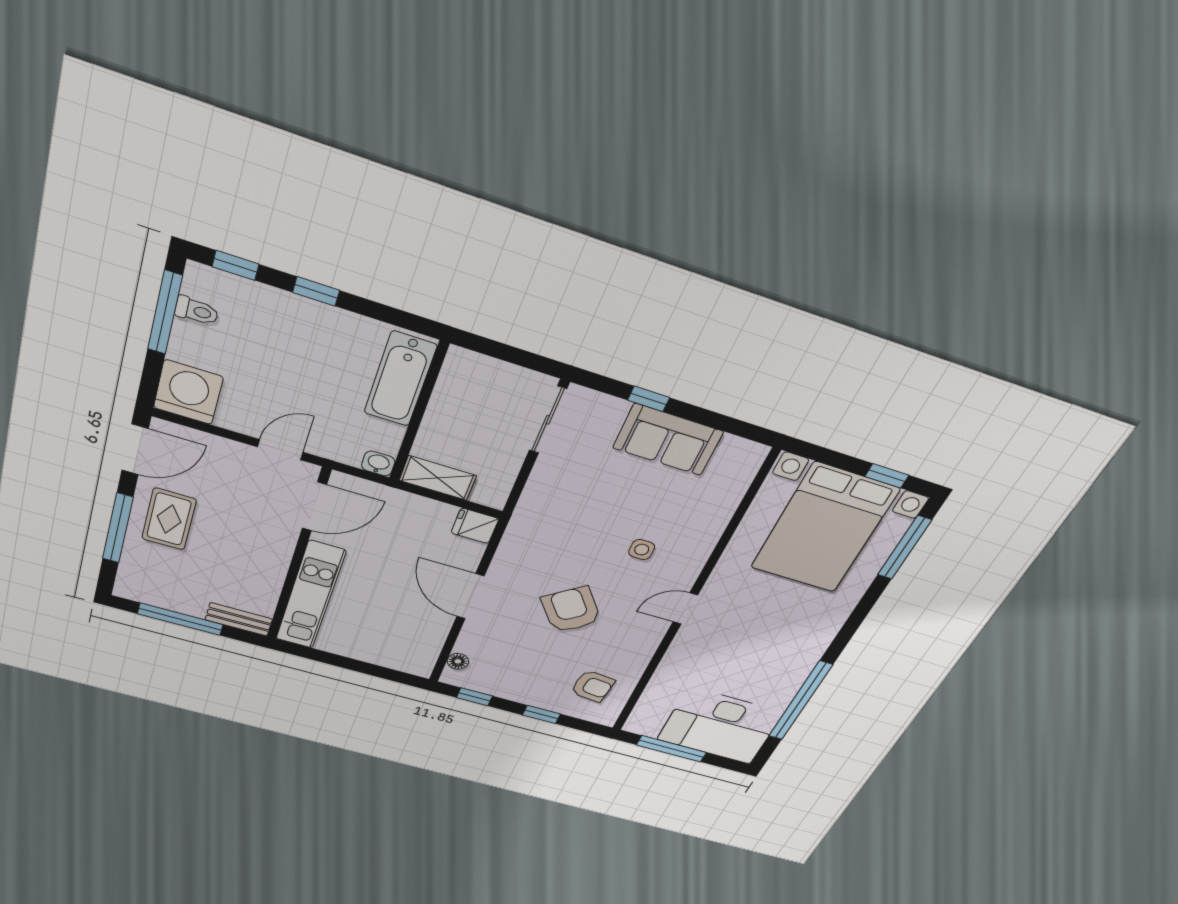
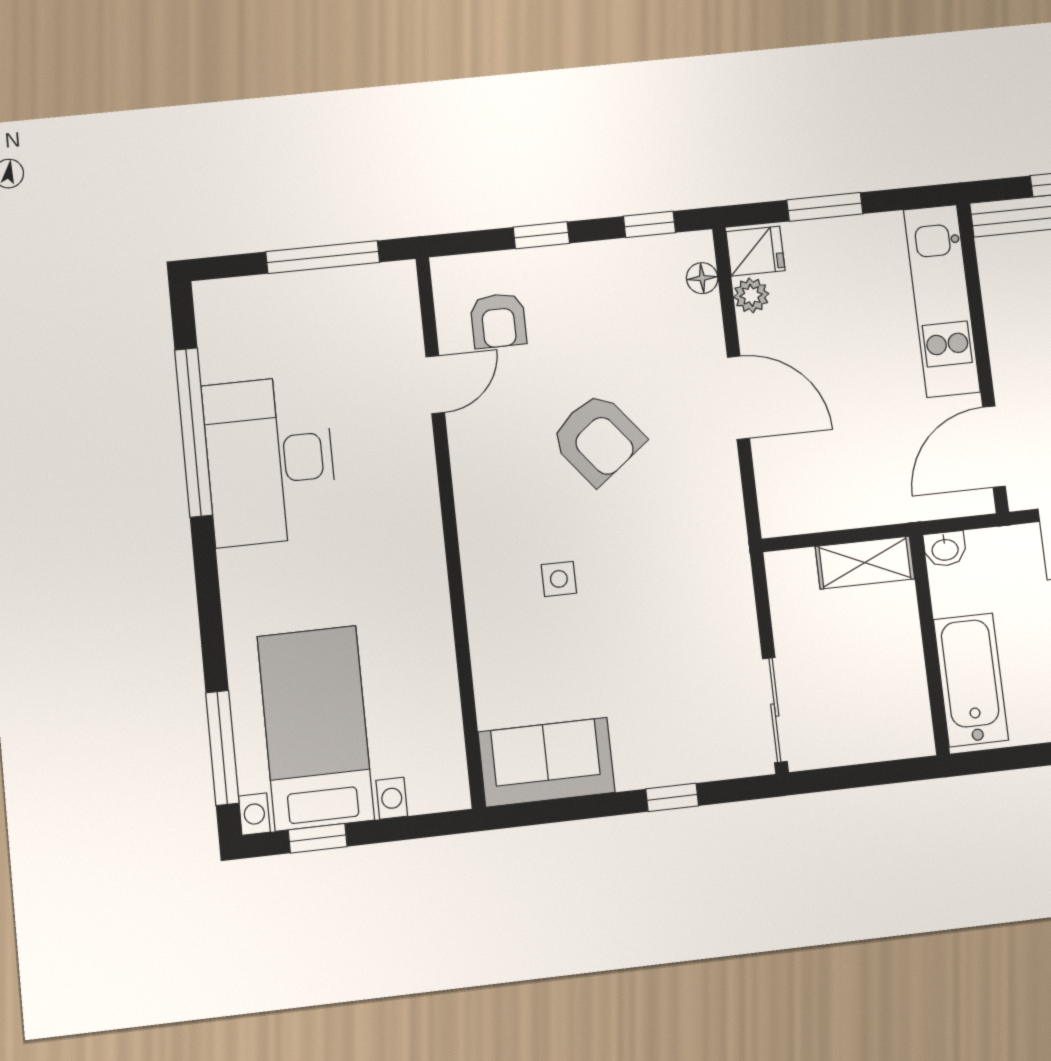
sofa: (668, 440) -> (546, 762), moved
fridge: (475, 526) -> (755, 251), moved
bed with nightstands: (824, 529) -> (316, 728), width x0.73
door: (685, 609) -> (435, 385), moved
plant: (432, 642) -> (751, 295), added
window: (362, 667) -> (825, 207), added
armchair: (593, 686) -> (498, 321), turned -96
desk: (720, 726) -> (270, 460), moved, turned -90

